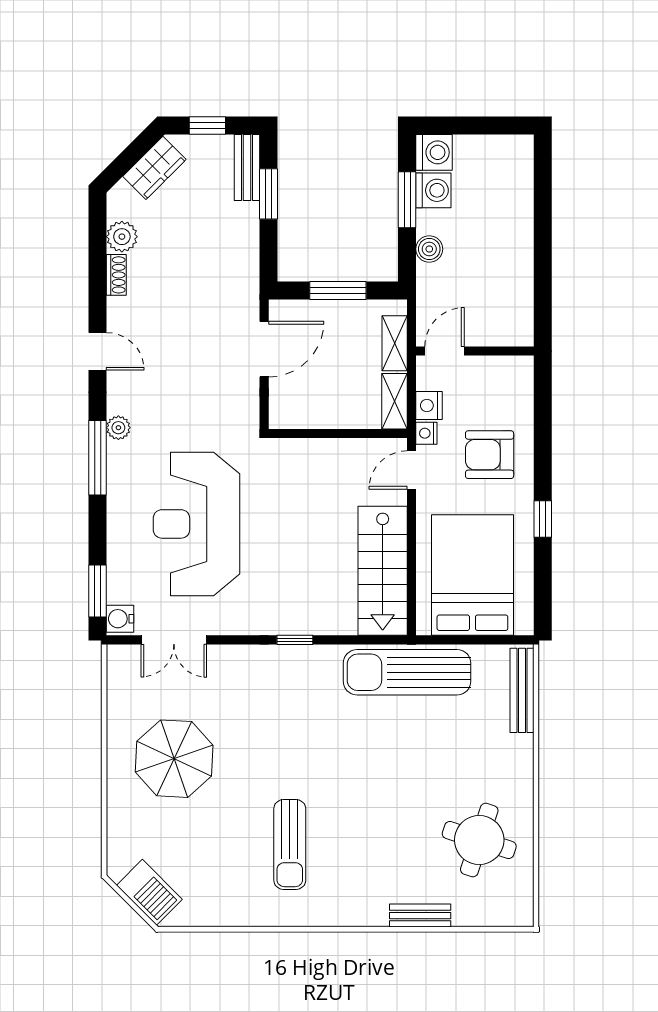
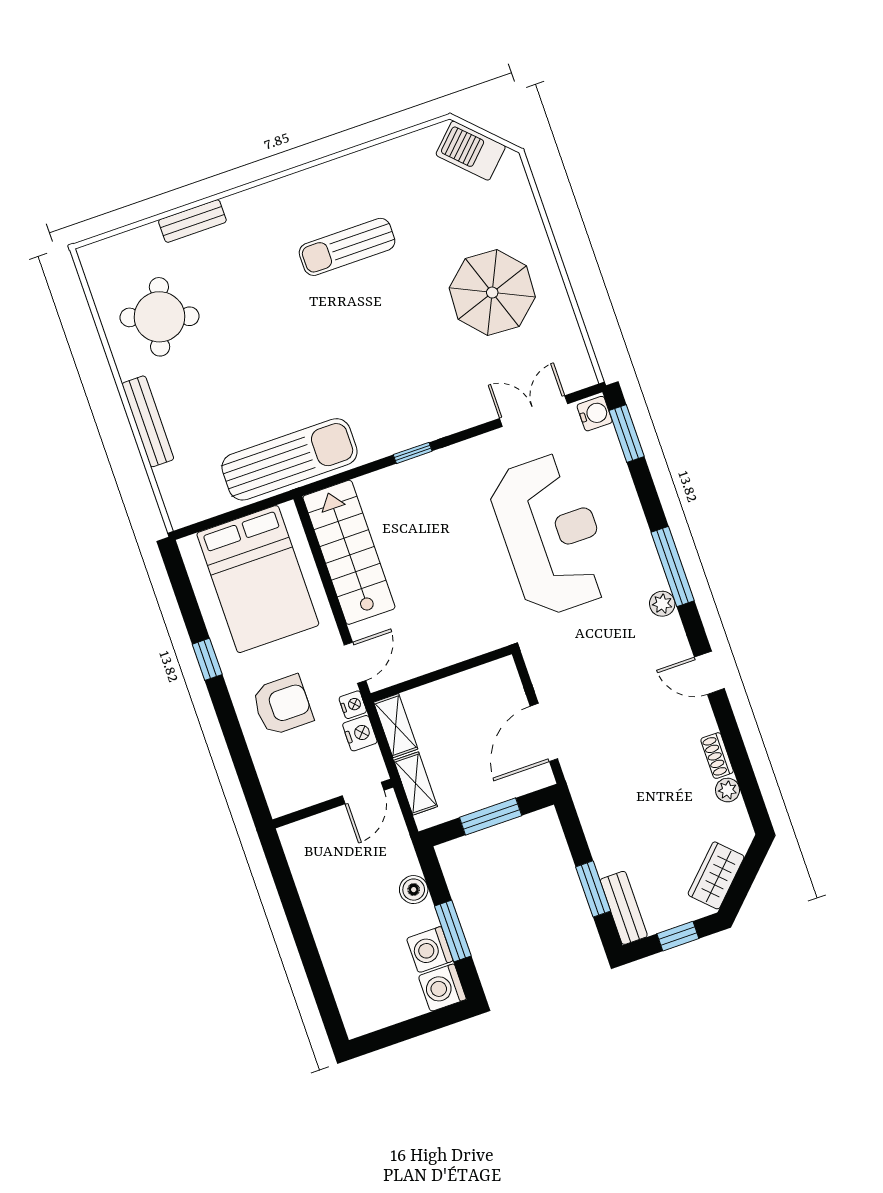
plant: (122, 237) -> (727, 790), width x0.73, depth x0.73
bench: (522, 690) -> (148, 421), moved
sun lounger: (290, 845) -> (347, 247), turned -90

